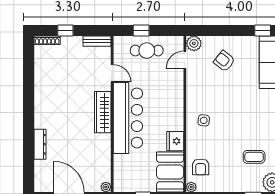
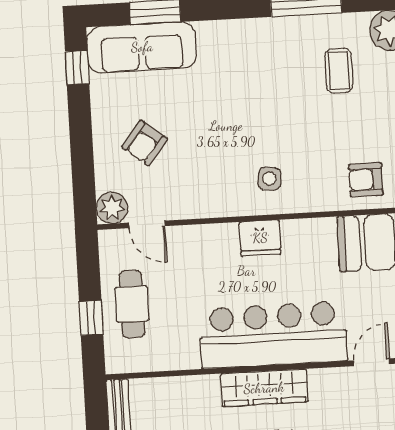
door: (112, 73) -> (371, 362), moved
fridge: (175, 141) -> (260, 238), moved
armchair: (201, 167) -> (366, 180), turned 180

